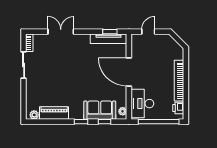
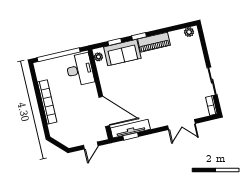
door: (129, 72) -> (104, 111), moved
printer: (178, 108) -> (41, 74), removed
piano: (54, 113) -> (154, 42), moved

